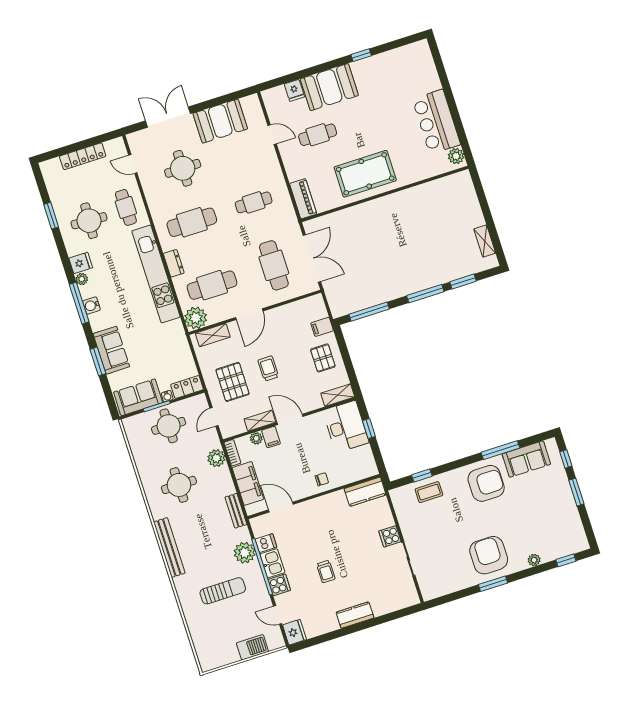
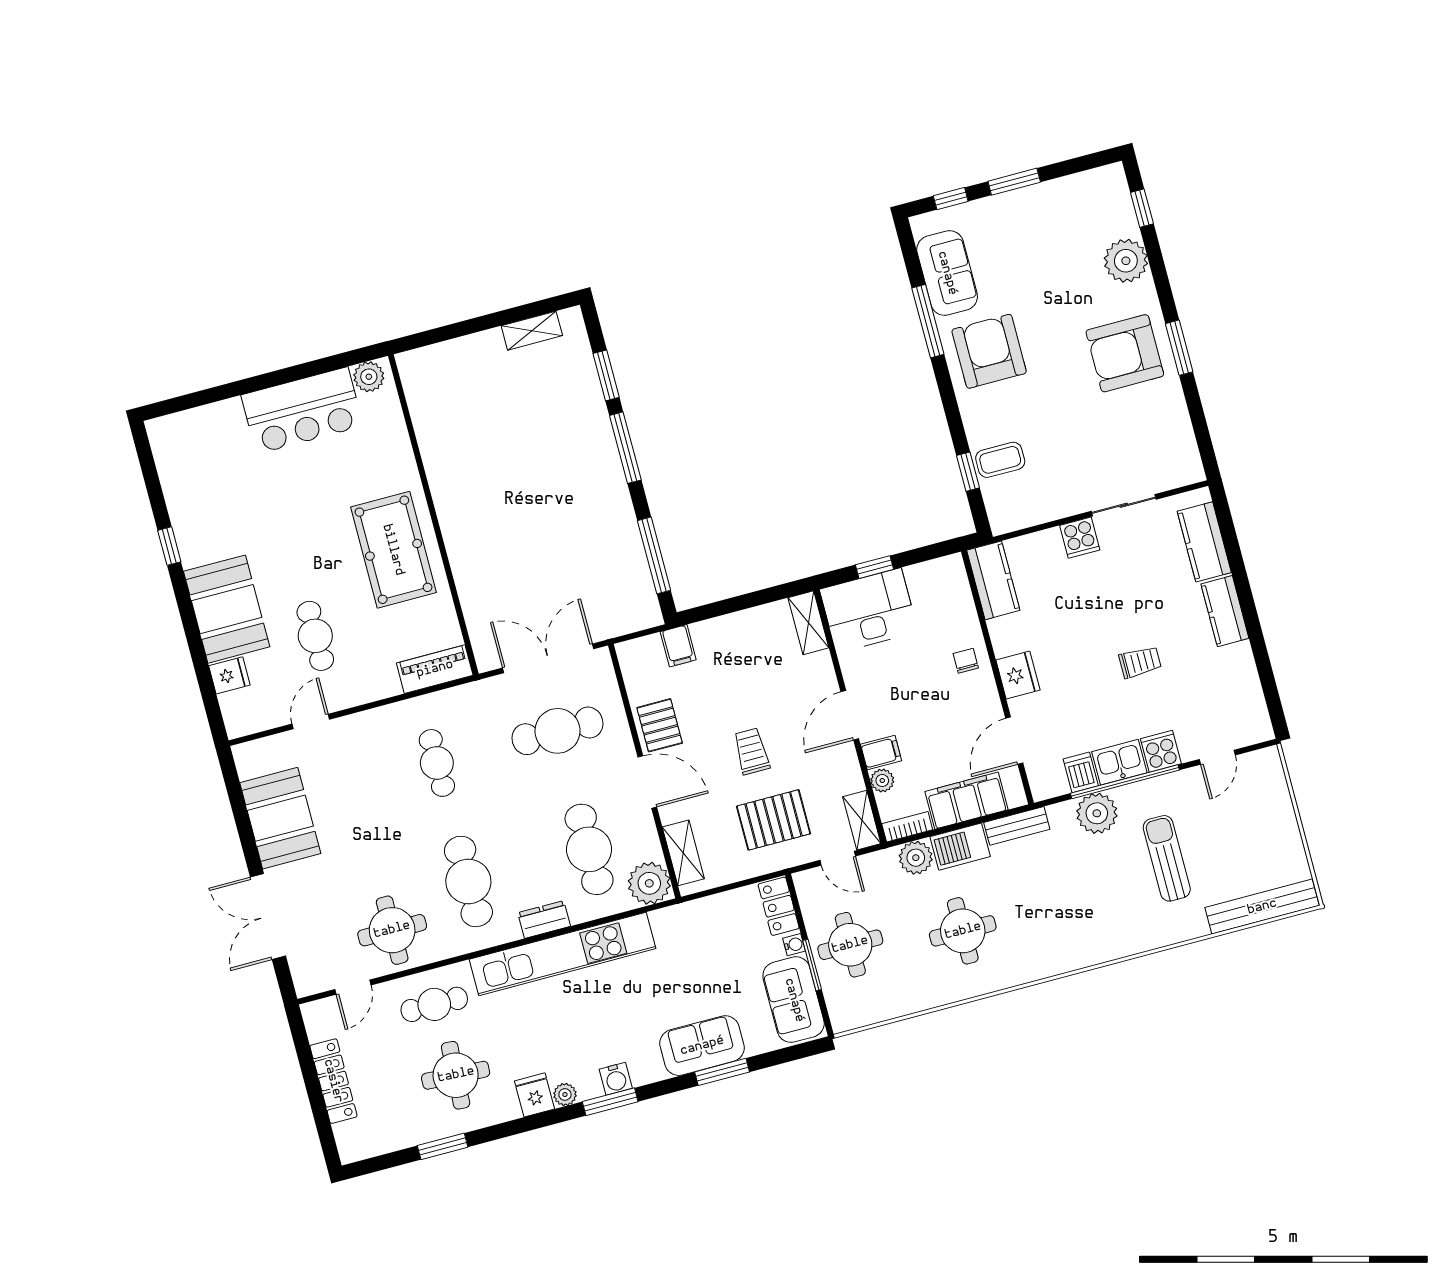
round table: (183, 168) -> (392, 930), moved
window: (79, 303) -> (610, 1102), width x0.69
pallet: (323, 358) -> (660, 725), moved, turned 90
trolley: (268, 368) -> (752, 751), turned 90
shelving: (260, 421) -> (862, 820), moved
coffee table: (429, 492) -> (1000, 460), turned 90
bench: (169, 547) -> (1262, 907), moved
plant: (534, 560) -> (1126, 261), width x1.88, depth x1.88
kitchen counter: (391, 602) -> (1204, 542), added
fridge: (294, 632) -> (1018, 675), moved, turned 90
barbecue: (252, 647) -> (960, 847), moved, turned -90

